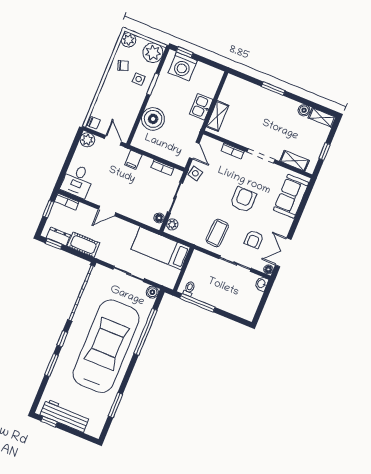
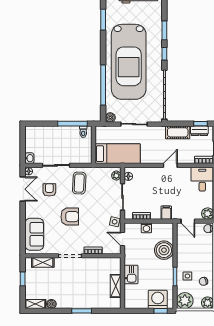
shelving: (218, 116) -> (116, 286), moved
washing machine: (162, 152) -> (146, 228), added
armchair: (243, 200) -> (70, 217), turned -90

